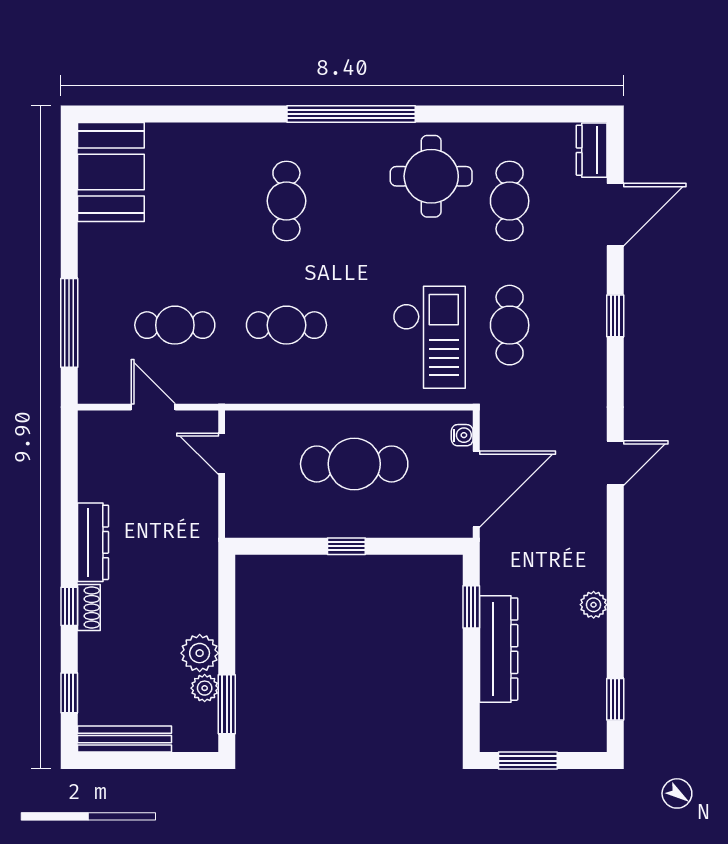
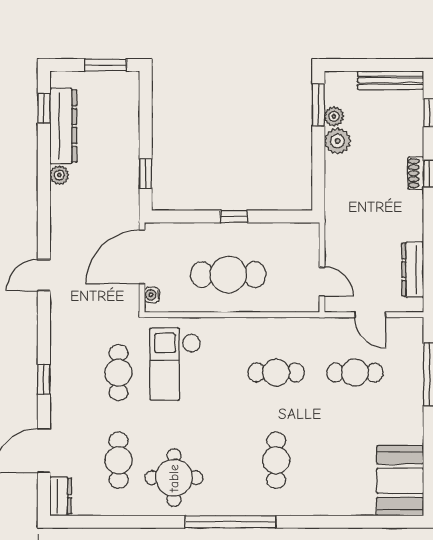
dresser: (93, 542) -> (413, 270), moved
dresser: (499, 649) -> (63, 126), moved, turned 180

